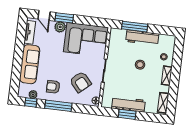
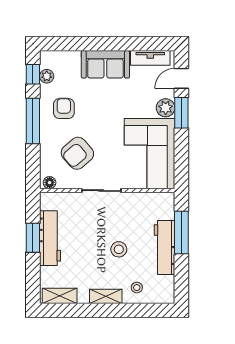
sofa: (30, 64) -> (105, 64), width x0.73

